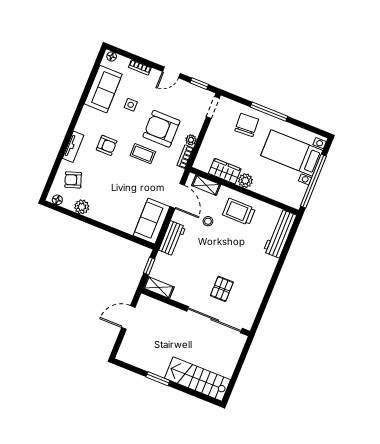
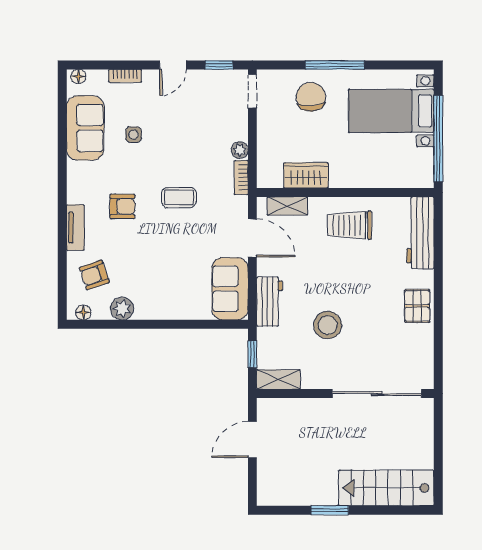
armchair: (161, 129) -> (191, 151), removed
plant: (245, 181) -> (341, 177), removed
stool: (208, 221) -> (328, 325), moved, width x1.89, depth x1.89
pallet: (222, 289) -> (417, 306), moved

